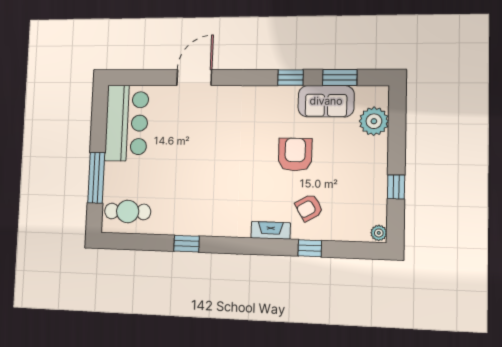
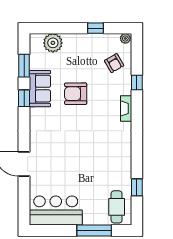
sofa: (326, 101) -> (40, 89), moved
armchair: (309, 208) -> (114, 63), moved
window: (186, 244) -> (137, 187), moved

